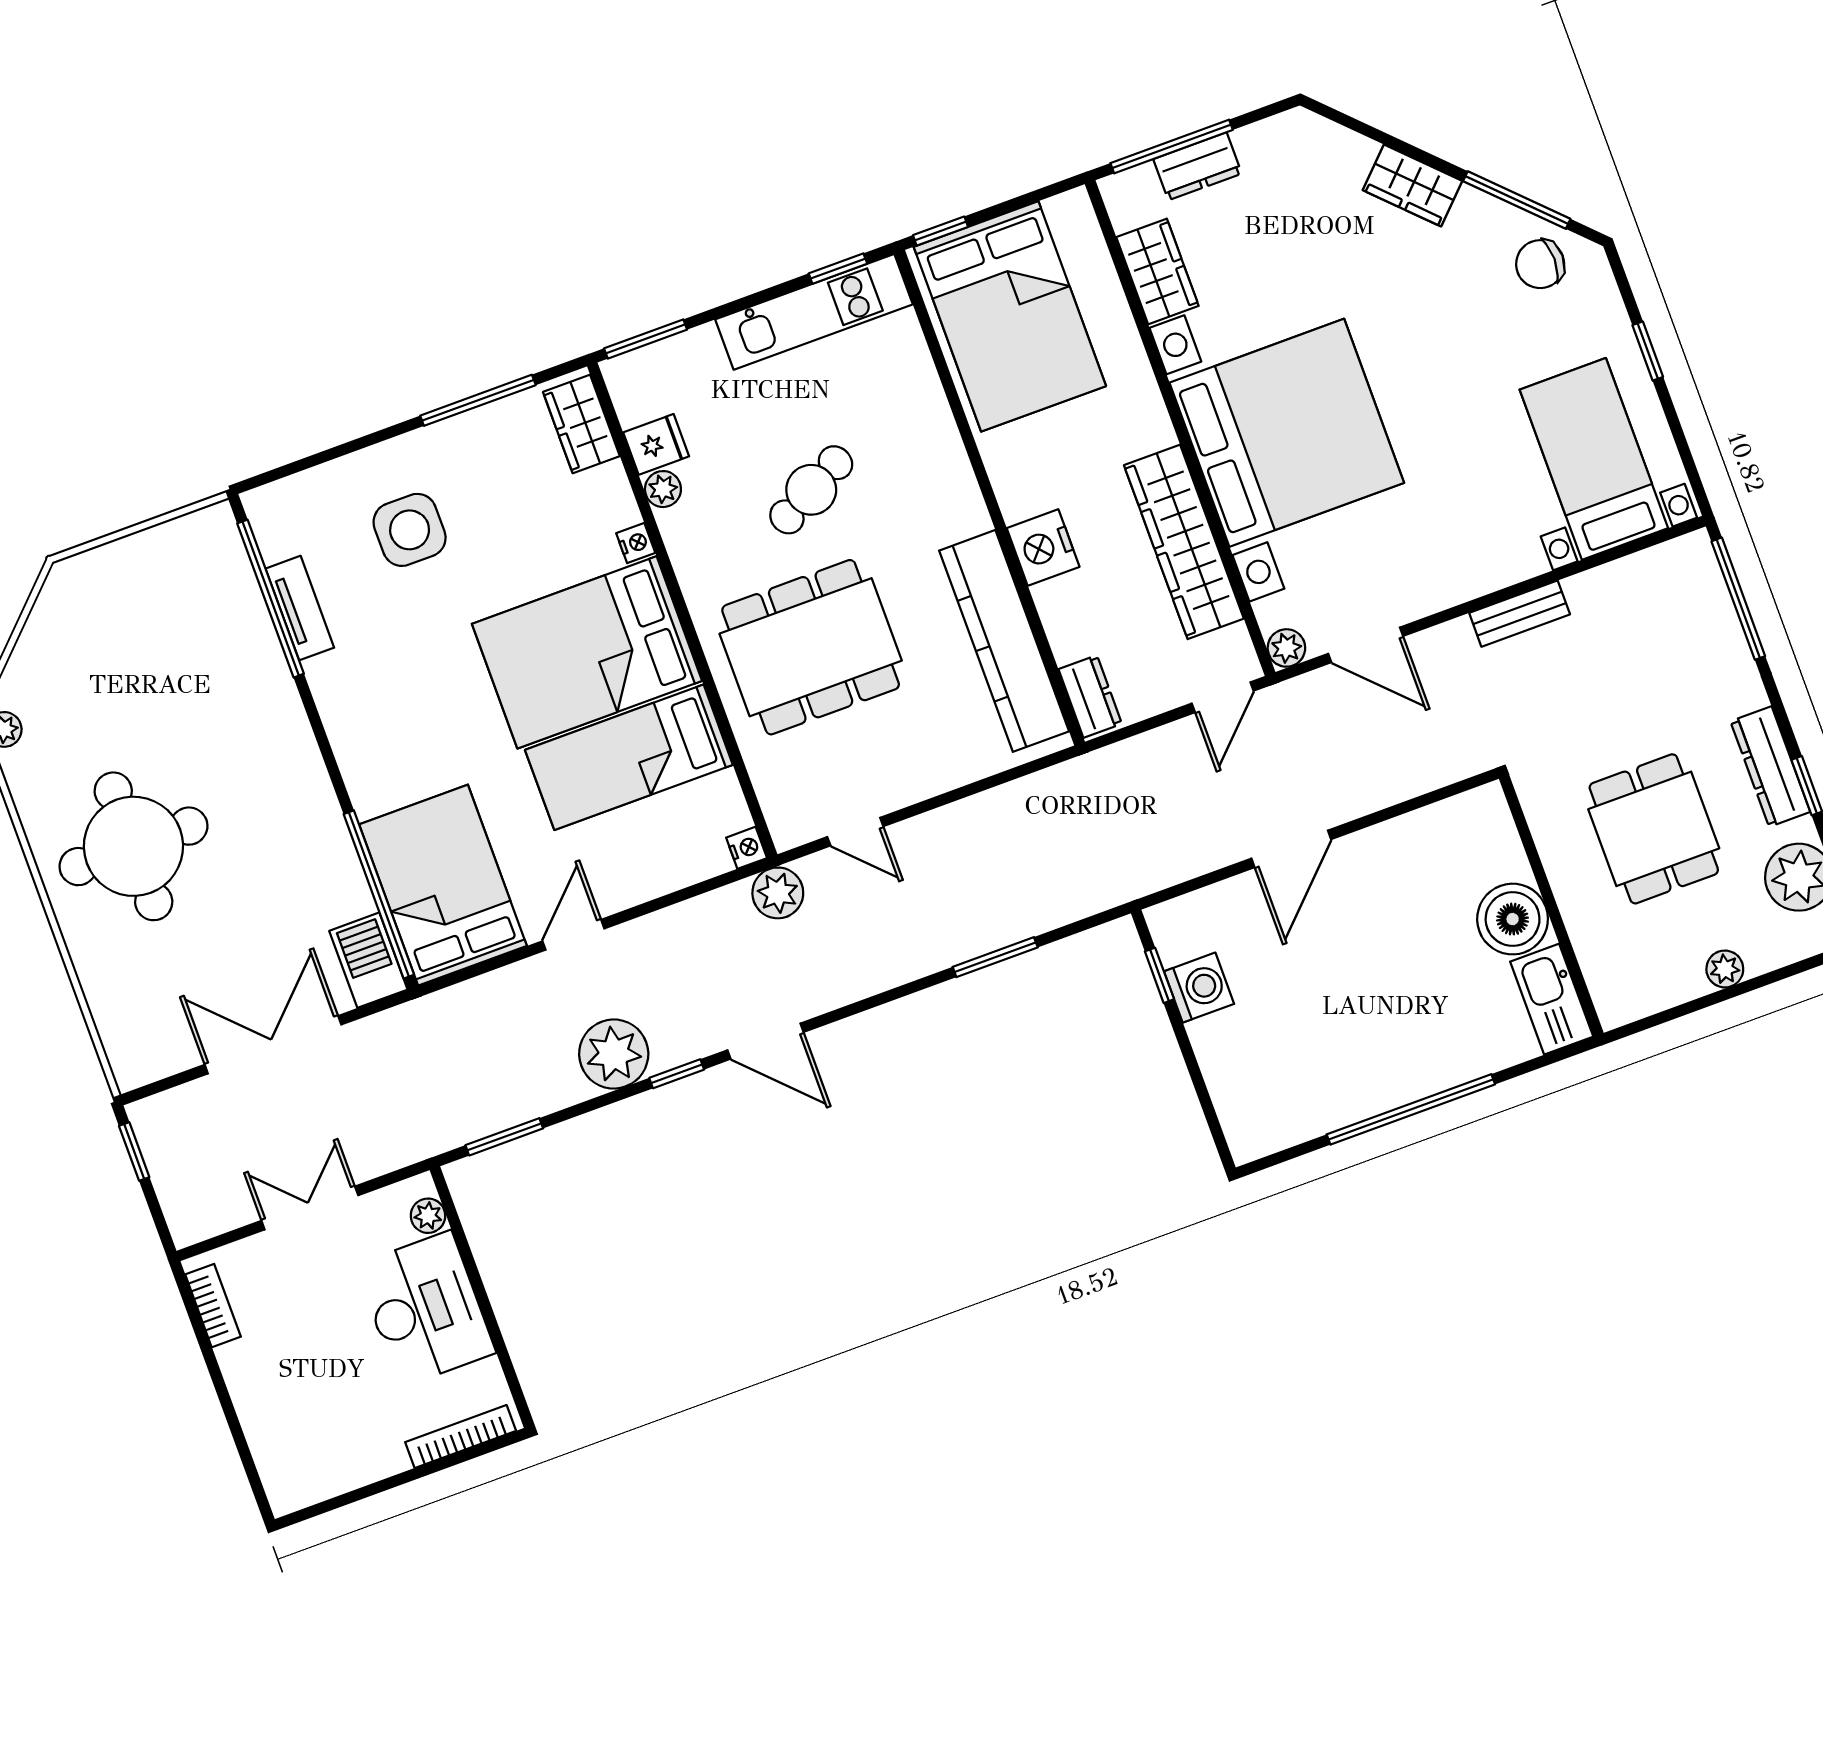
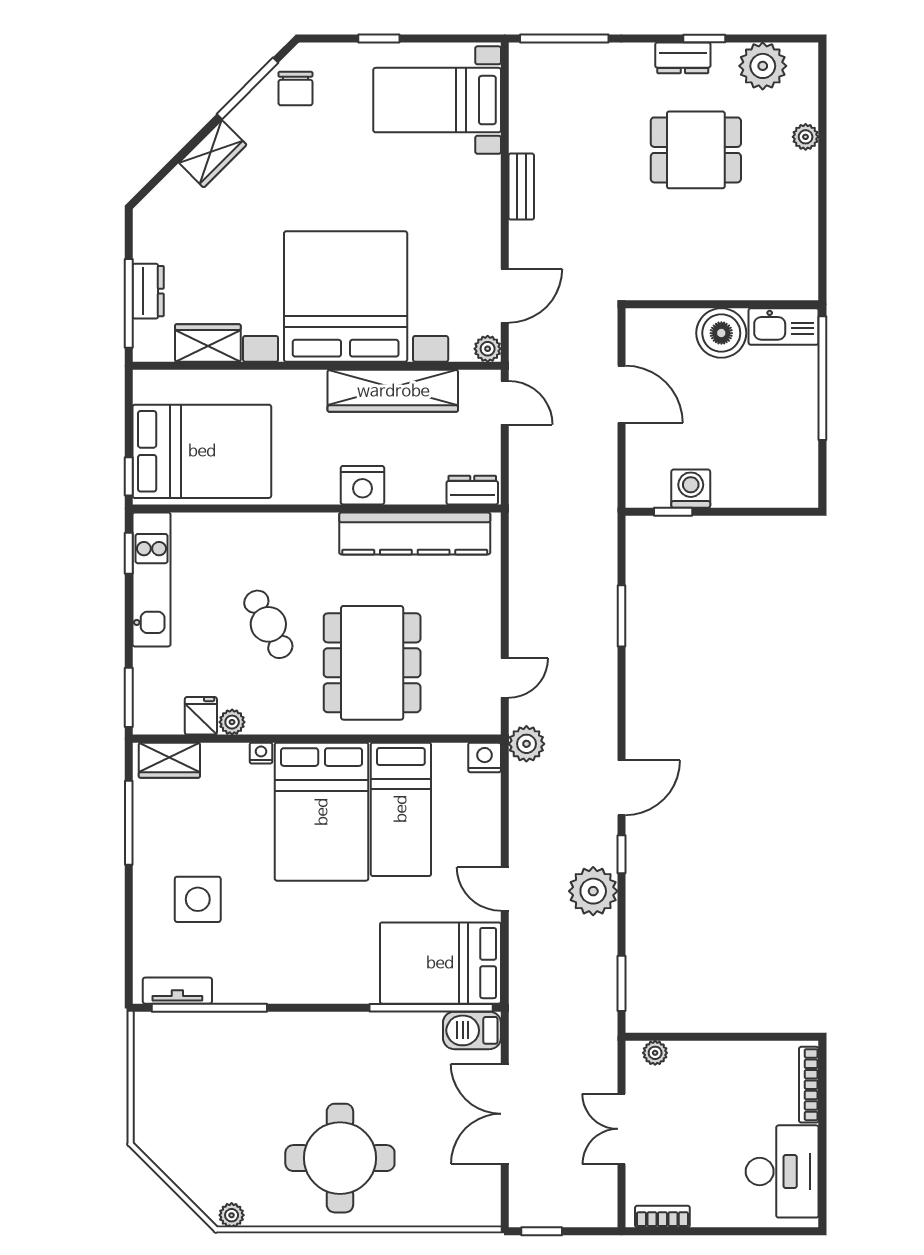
tv unit: (300, 608) -> (177, 991), moved
dresser: (1770, 767) -> (683, 58), width x0.70
nightstand: (747, 848) -> (485, 757), width x1.39, depth x1.35
wall: (1551, 906) -> (722, 304), moved
boiler: (1513, 919) -> (721, 333), moved
kitchen sink: (1552, 999) -> (784, 327), moved
desk: (425, 1309) -> (782, 1171), moved, turned 90

